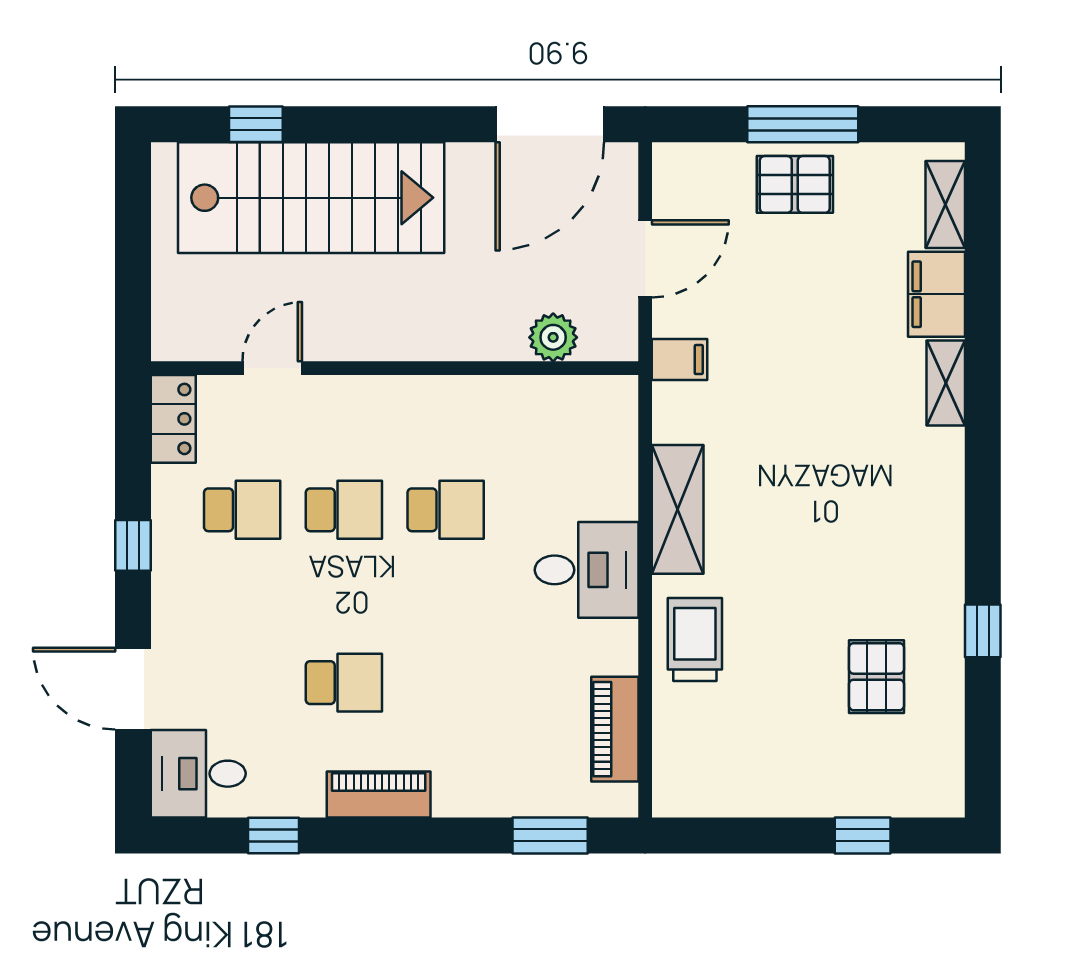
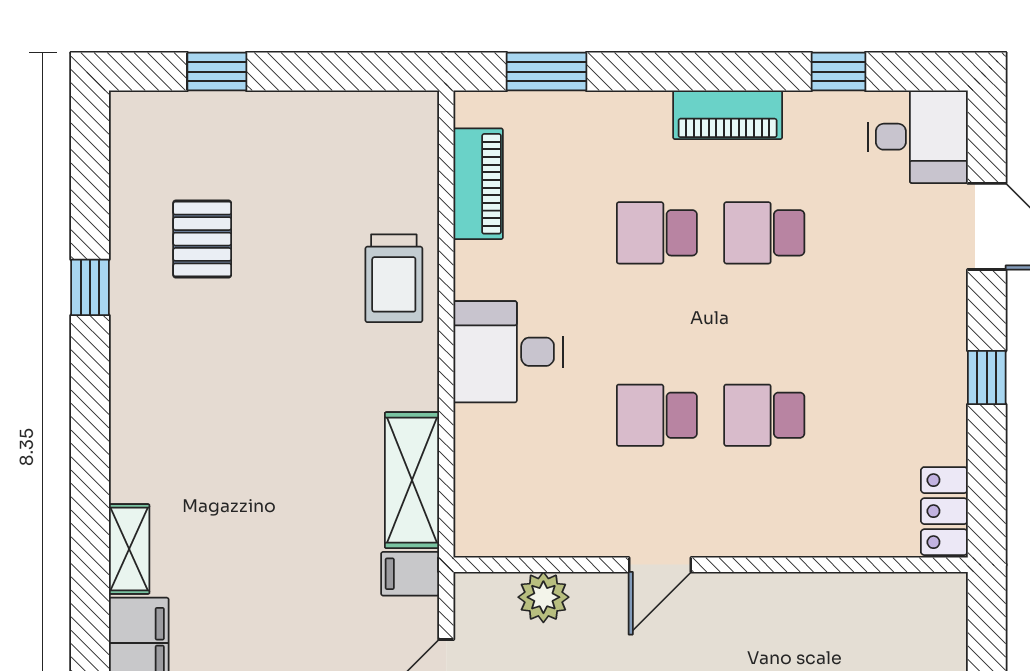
door: (272, 368) -> (660, 565), moved
shelving: (678, 509) -> (412, 480), moved
school desk: (242, 510) -> (657, 233), moved

